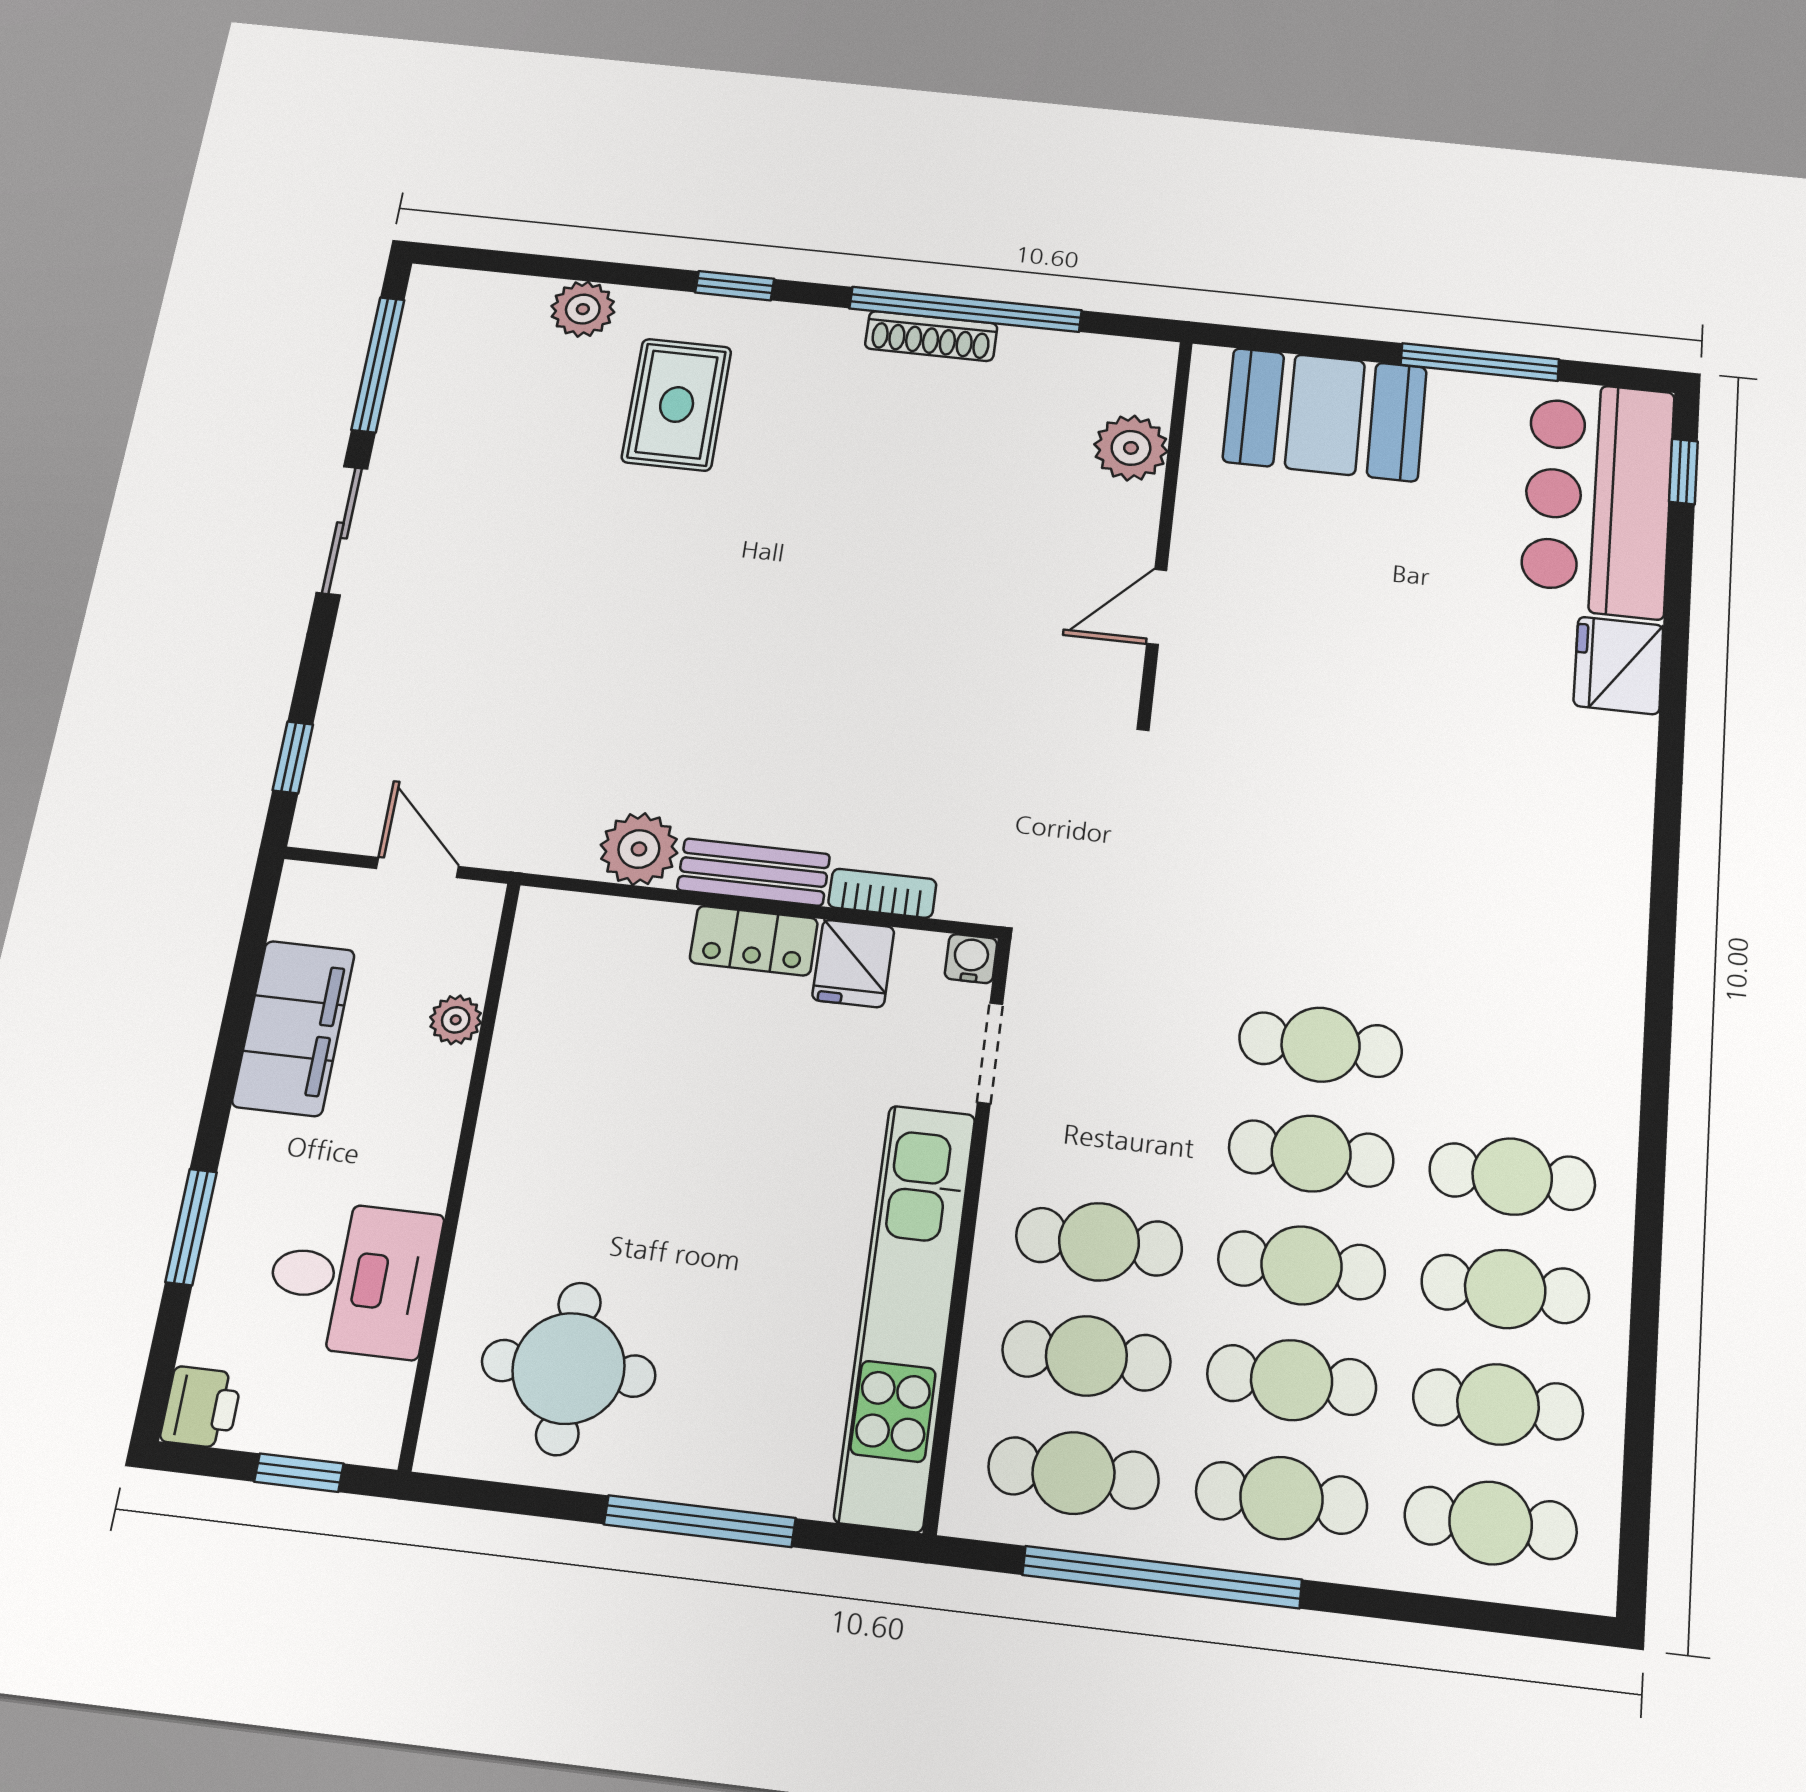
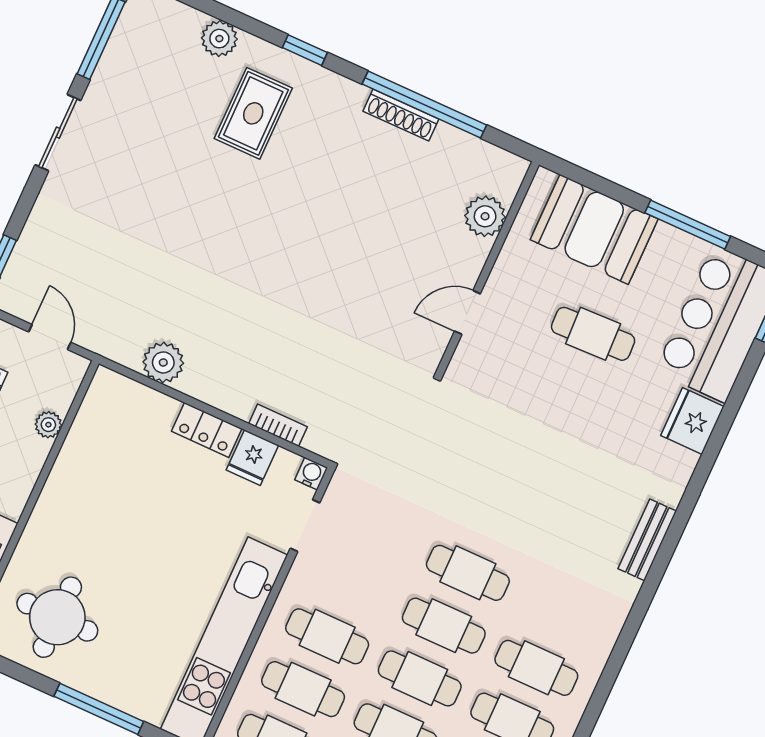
cafe table: (1388, 577) -> (593, 334), added
bench: (754, 872) -> (647, 540), moved, turned 90

